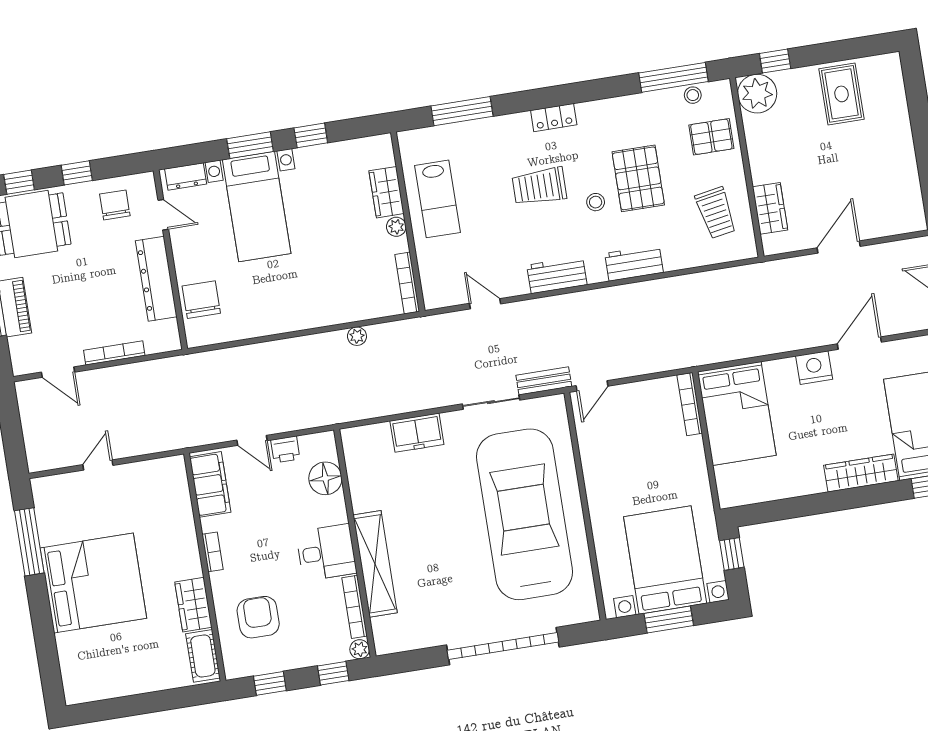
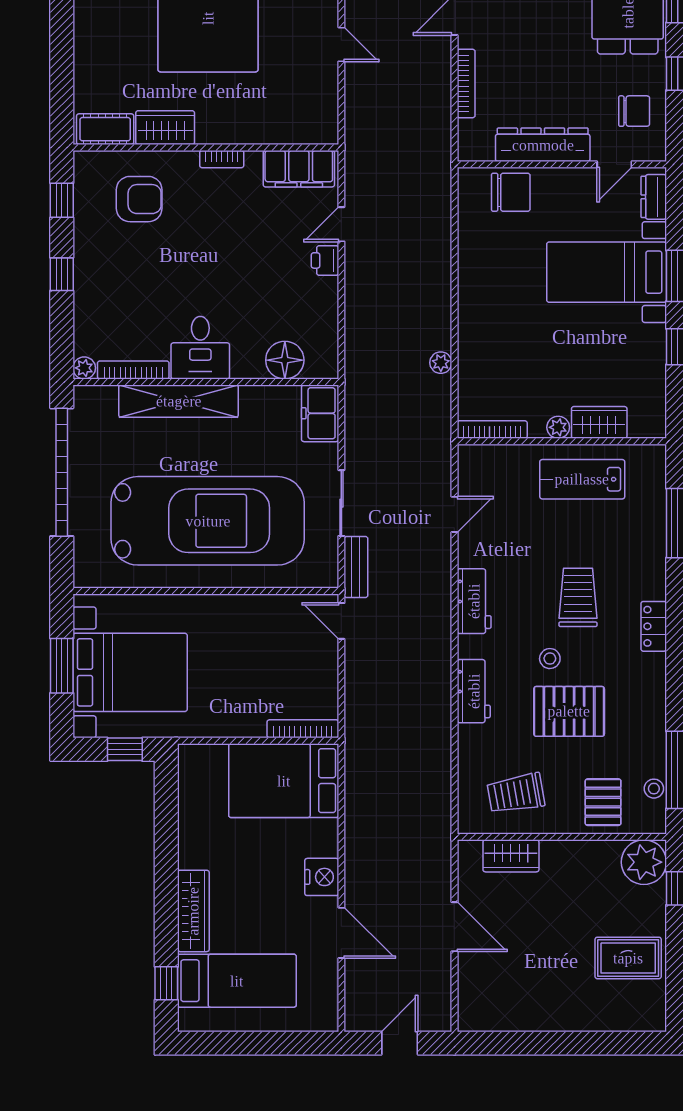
floor lamp: (325, 478) -> (285, 360), moved
wall: (355, 543) -> (206, 382), moved
desk: (326, 552) -> (200, 348), moved
shelving: (375, 564) -> (179, 401), moved
bookcase: (355, 607) -> (133, 370), moved
plant: (360, 649) -> (84, 368), moved

